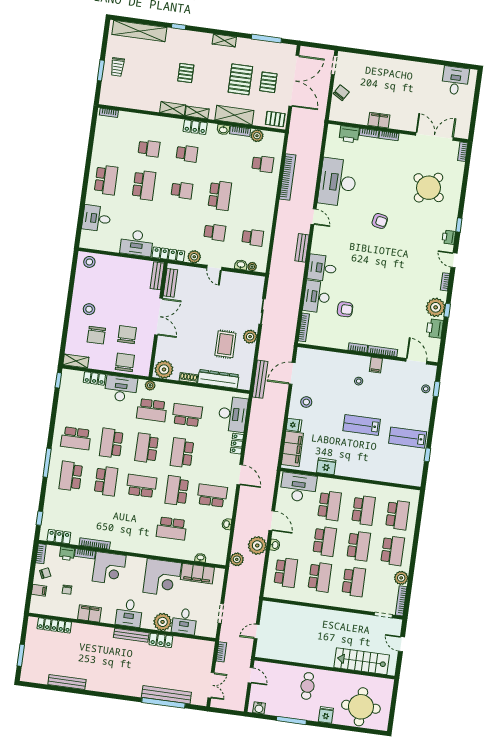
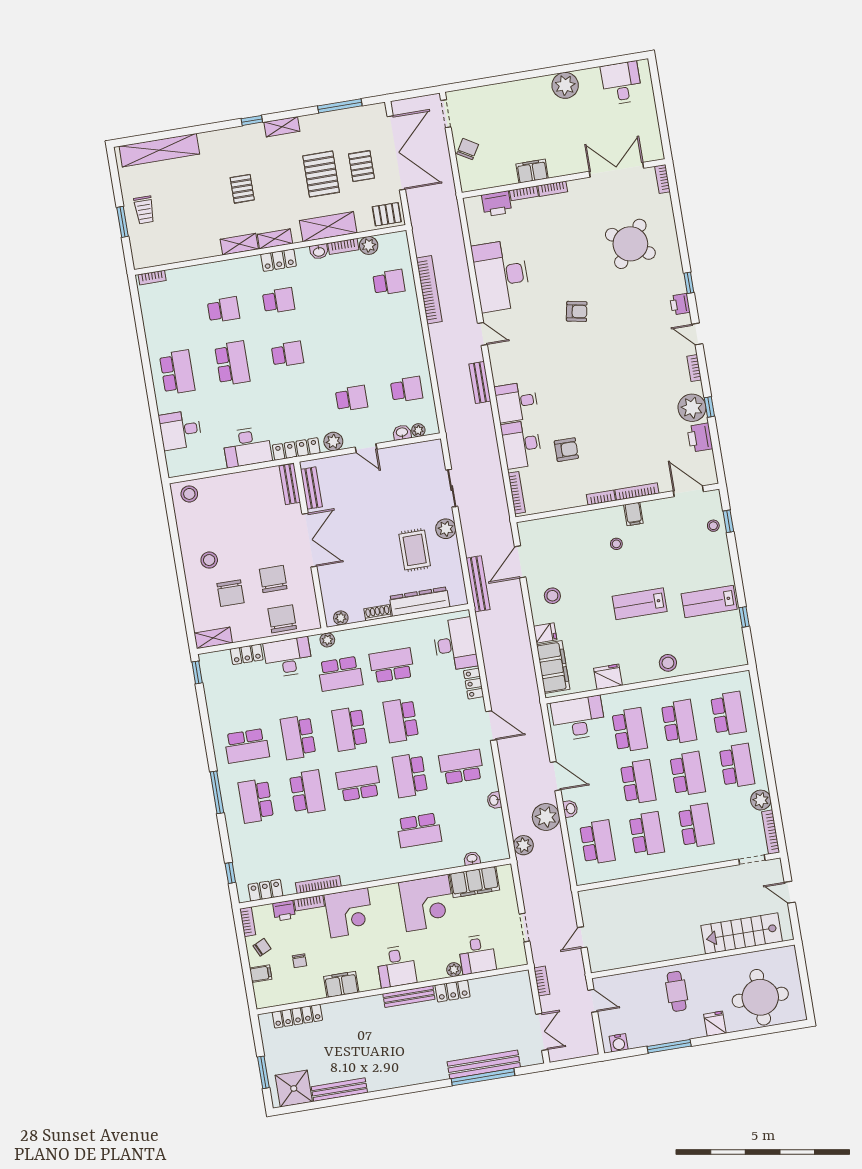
window: (179, 27) -> (252, 120), moved
plant: (418, 71) -> (565, 85), added
school desk: (220, 196) -> (343, 345), removed
plant: (164, 369) -> (341, 618), width x0.53, depth x0.53
stool: (368, 469) -> (668, 663), added
plant: (163, 622) -> (454, 970), width x0.53, depth x0.53
shower: (37, 672) -> (294, 1088), added

